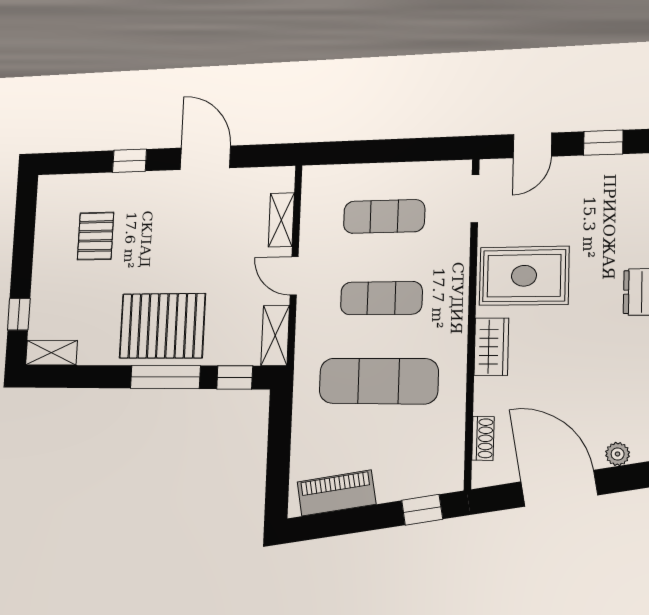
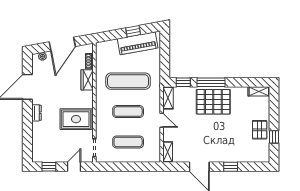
shelving: (281, 220) -> (168, 152), moved
pallet: (96, 236) -> (260, 130), moved
window: (19, 314) -> (274, 137), moved
wardrobe: (491, 347) -> (87, 80), moved
door: (559, 488) -> (62, 44), hinge flipped
piano: (336, 493) -> (138, 43), width x1.37, depth x1.33
window: (422, 510) -> (133, 31), moved

